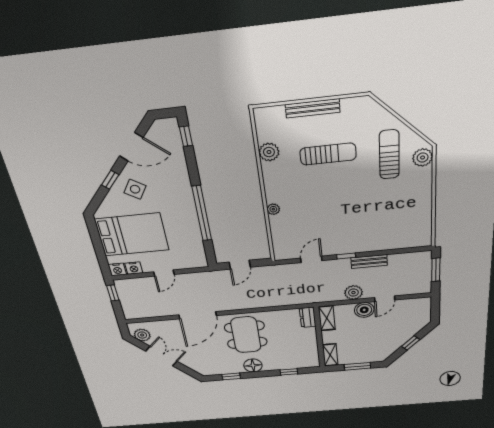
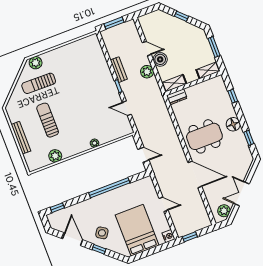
nightstand: (134, 268) -> (164, 225), removed

